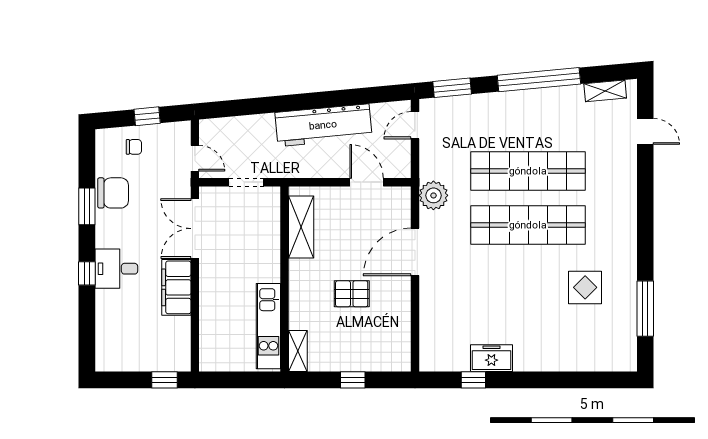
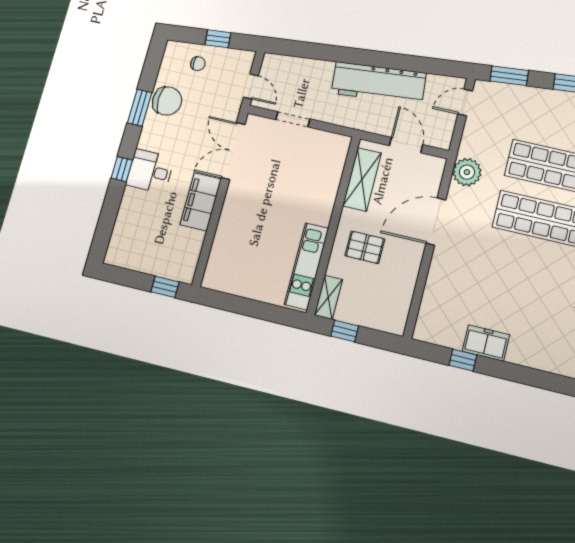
shelving: (301, 227) -> (362, 179), moved
wall: (285, 279) -> (334, 225), moved
kitchen unit: (268, 326) -> (306, 266), moved
shelving: (298, 351) -> (328, 297), moved

